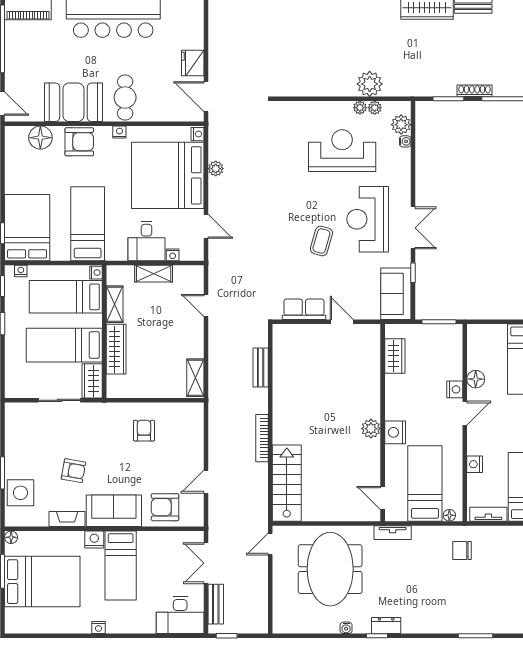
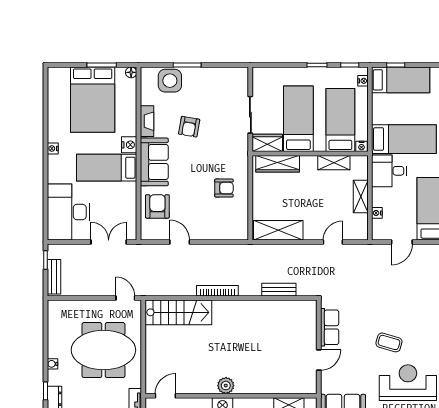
bed: (27, 228) -> (401, 80), width x0.67
desk: (146, 241) -> (389, 171), moved
wardrobe: (116, 349) -> (278, 164), moved
shelving: (195, 378) -> (278, 230), width x1.50, depth x1.33
bench: (216, 604) -> (54, 277), moved, turned 90
desk: (180, 615) -> (68, 212), width x1.36, depth x1.30

